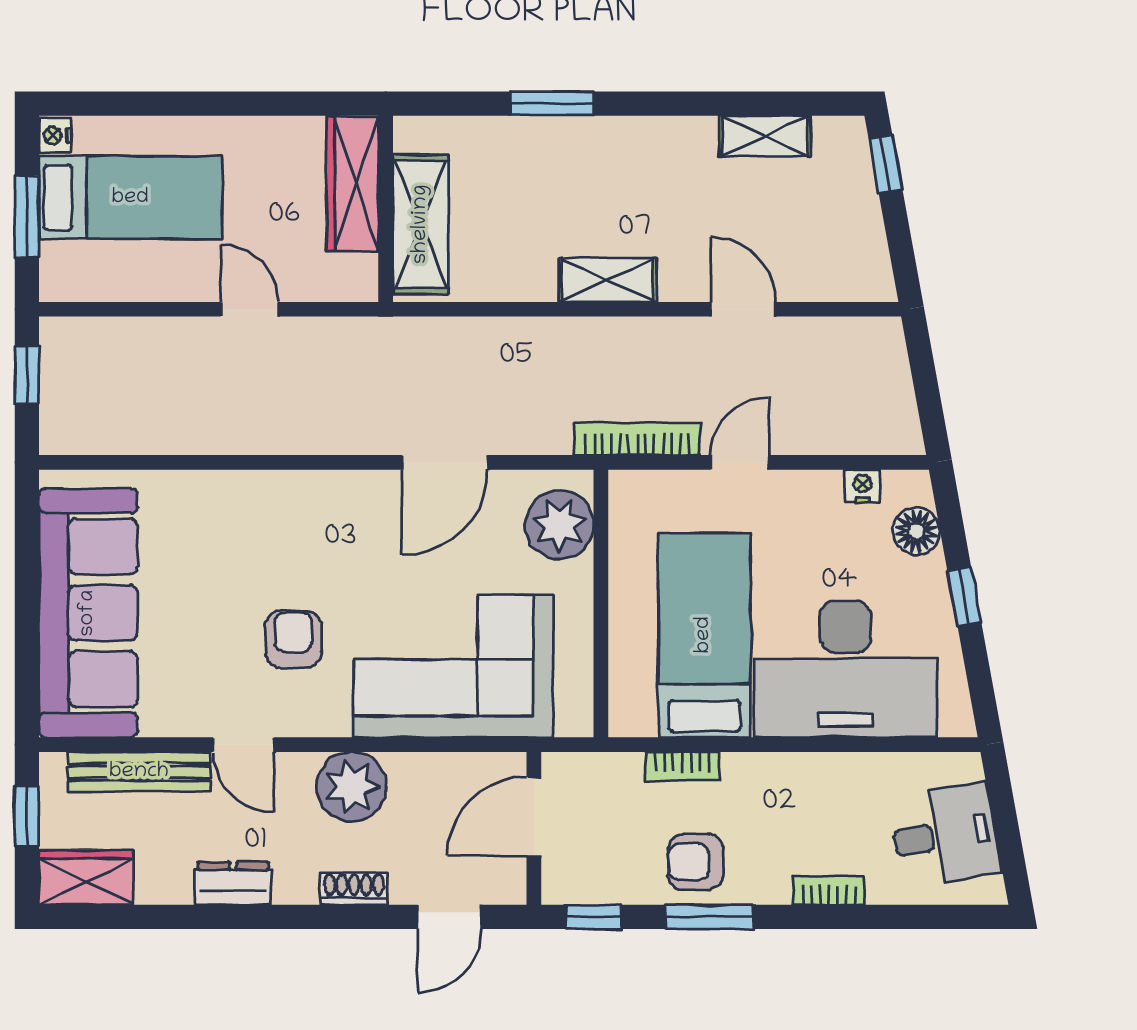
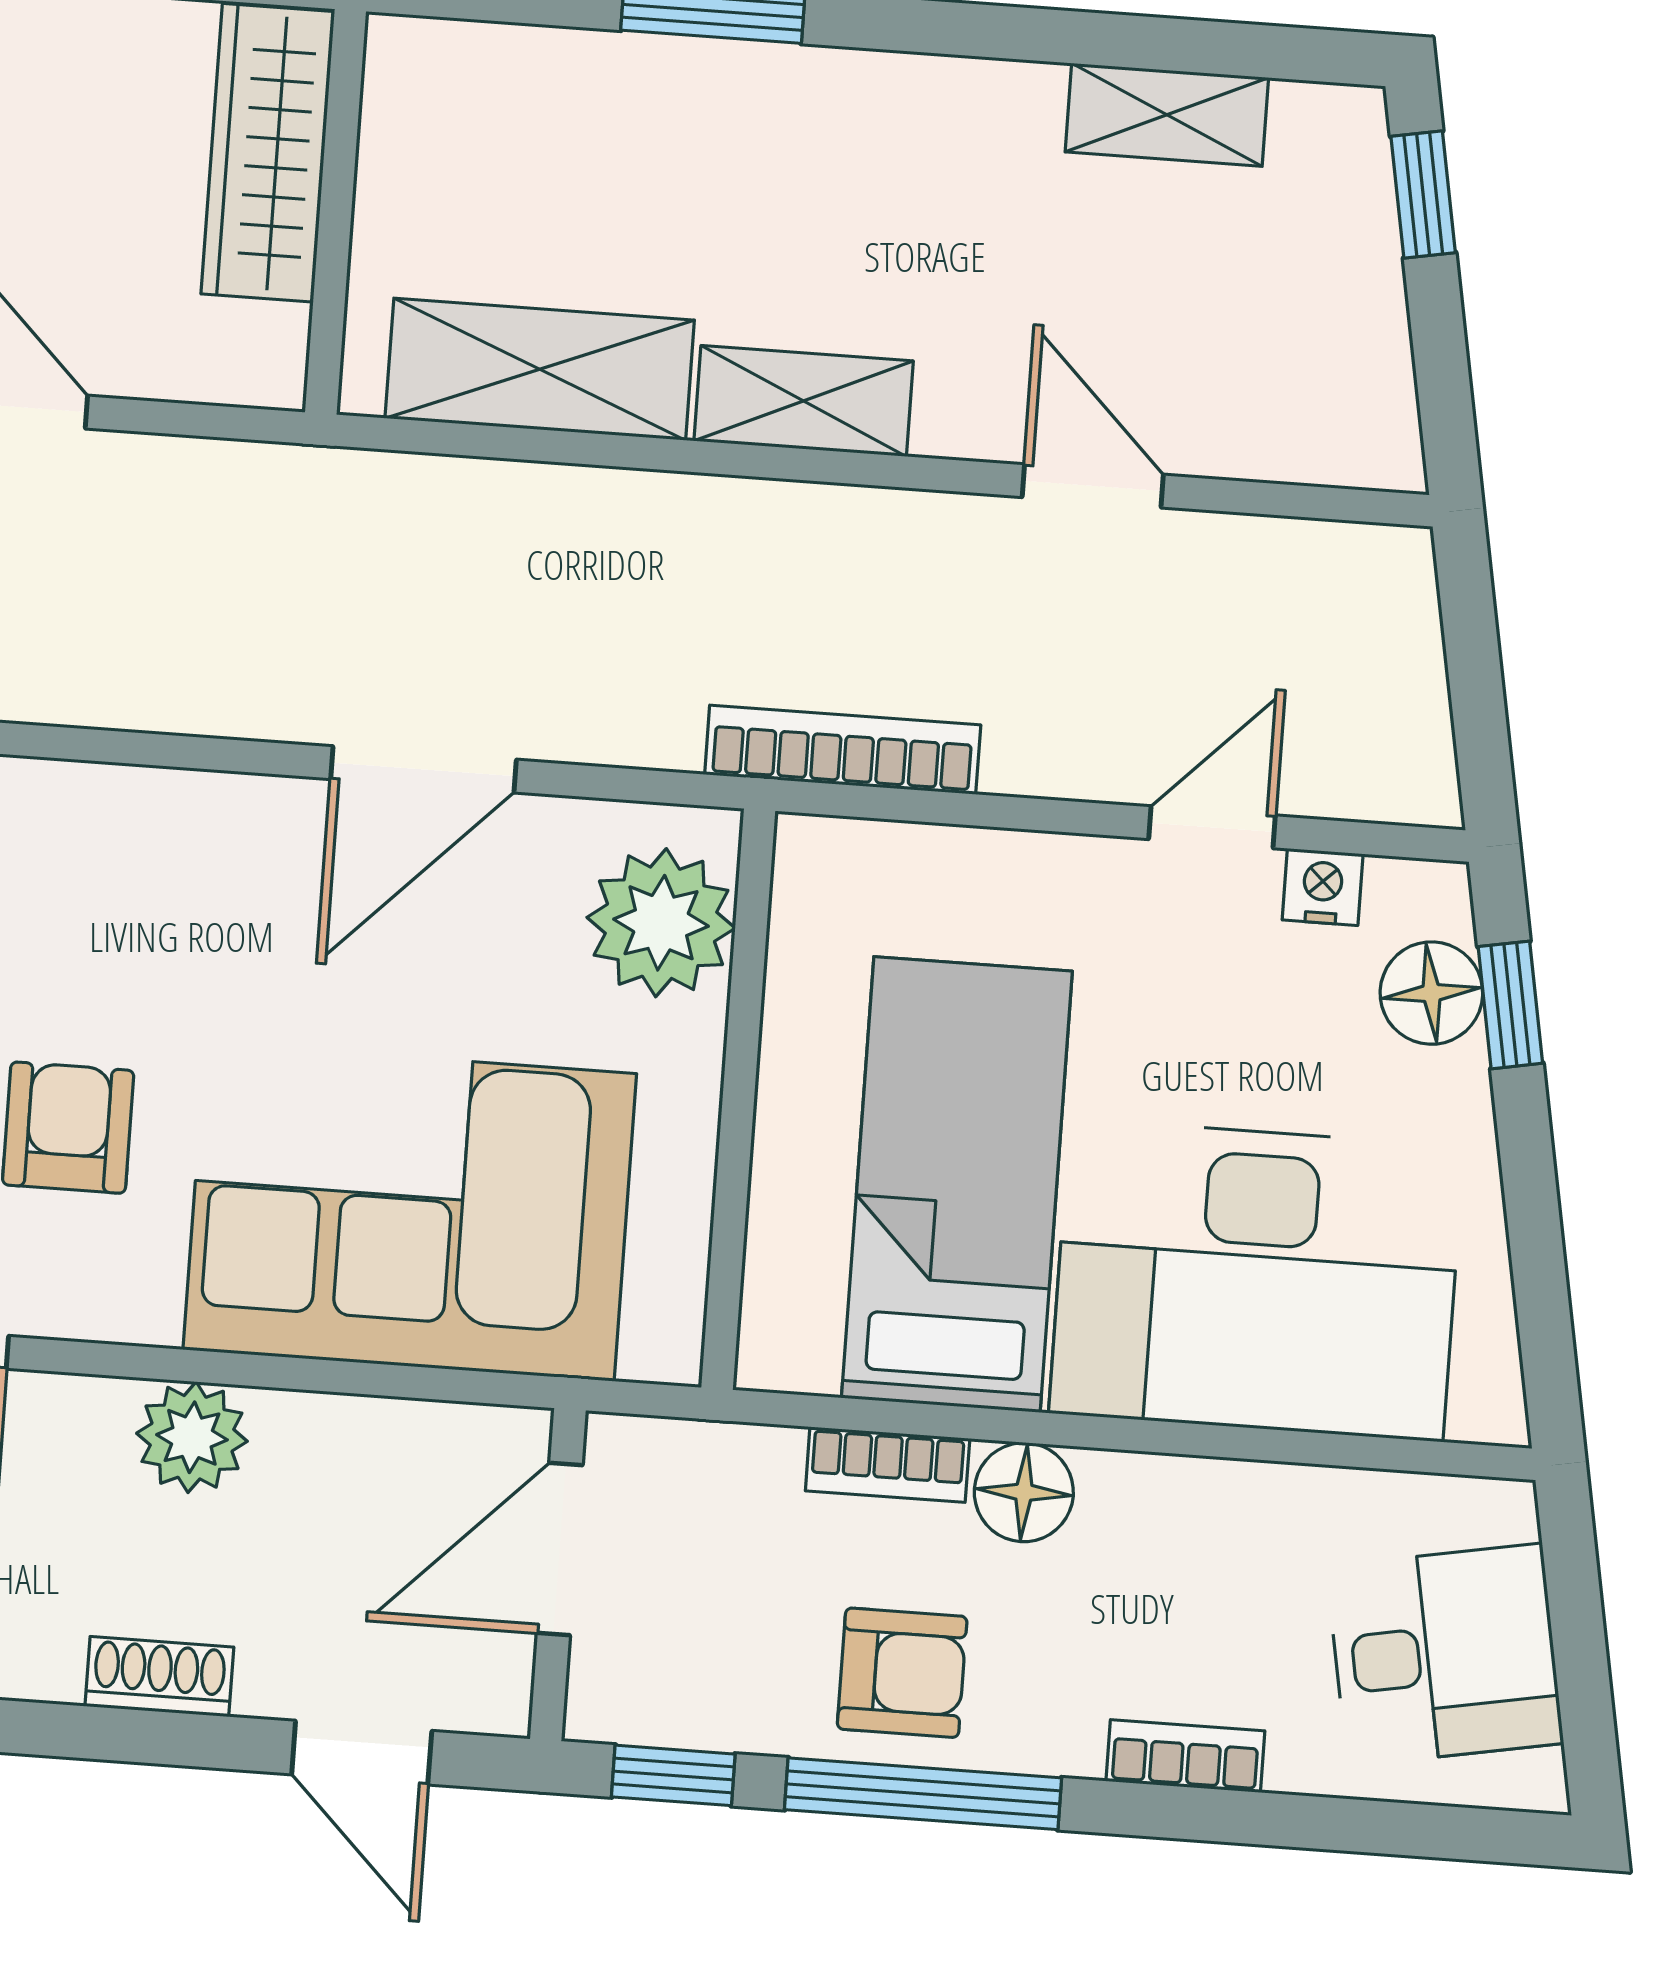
shelving: (421, 224) -> (540, 369), moved, turned 90
door: (740, 462) -> (1212, 827), moved
window: (964, 596) -> (1510, 1005), moved
floor lamp: (746, 775) -> (1024, 1492), added
plant: (352, 787) -> (192, 1437), width x0.73, depth x0.73
armchair: (696, 862) -> (902, 1673), turned 180
door: (450, 917) -> (362, 1753), hinge flipped
window: (709, 917) -> (923, 1794), width x1.44

